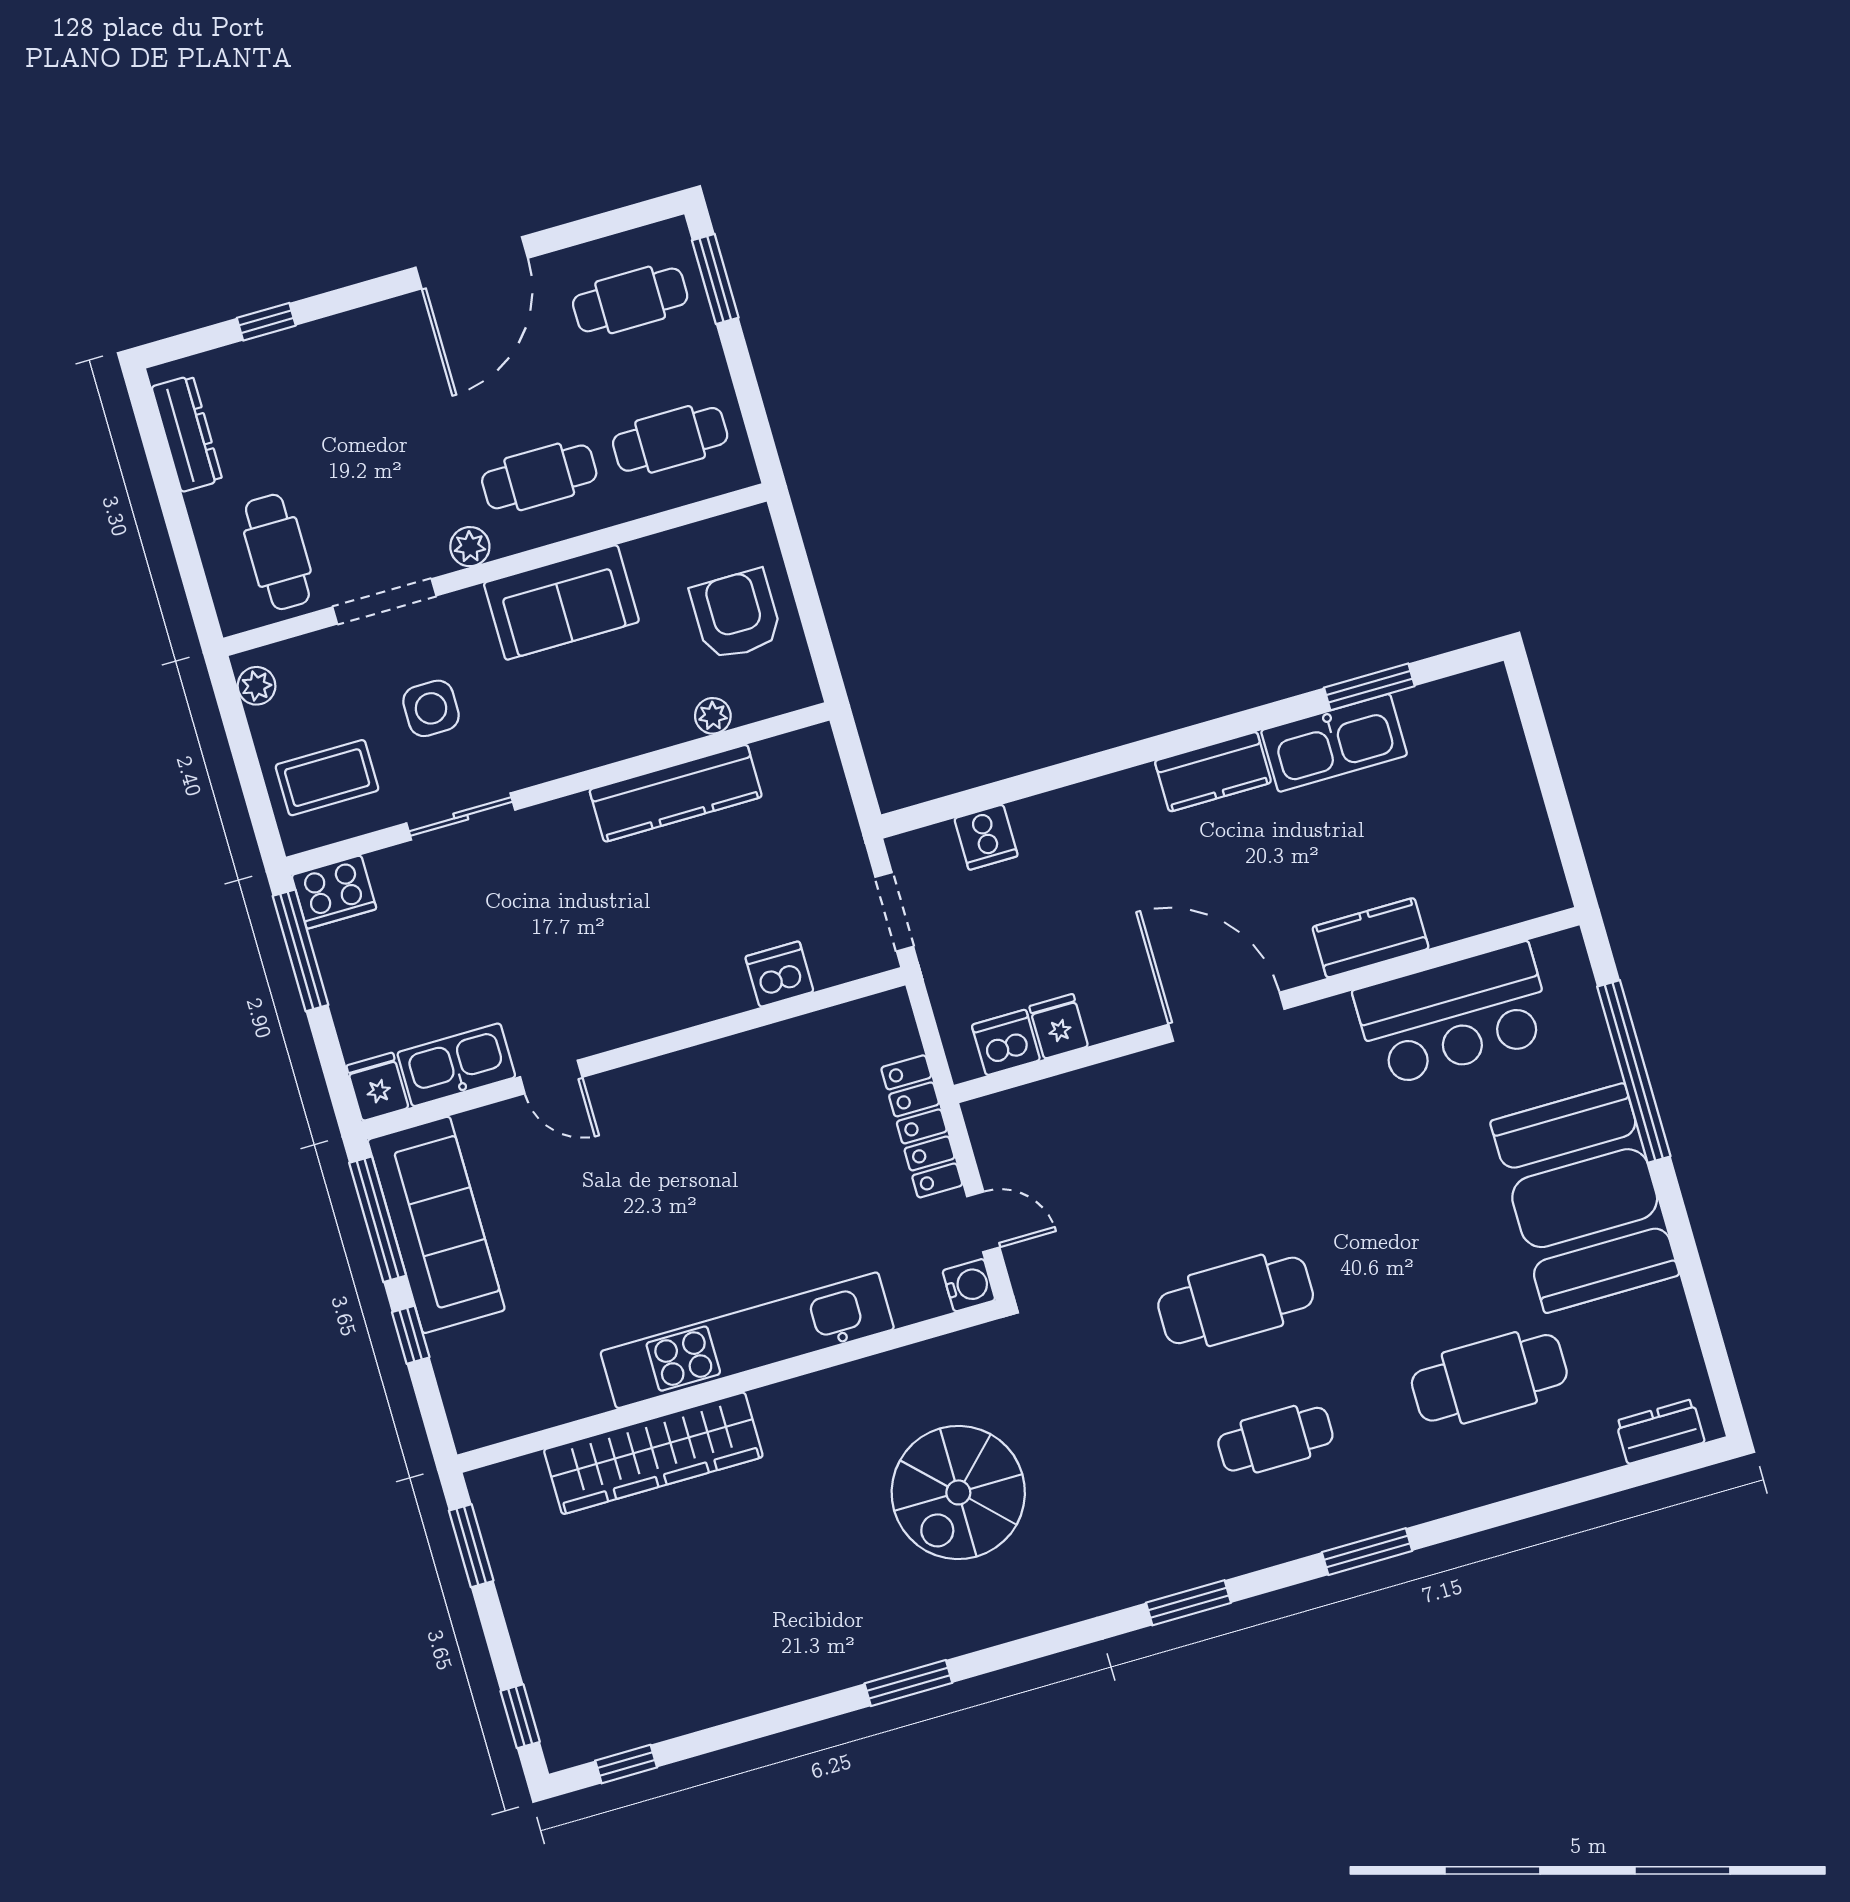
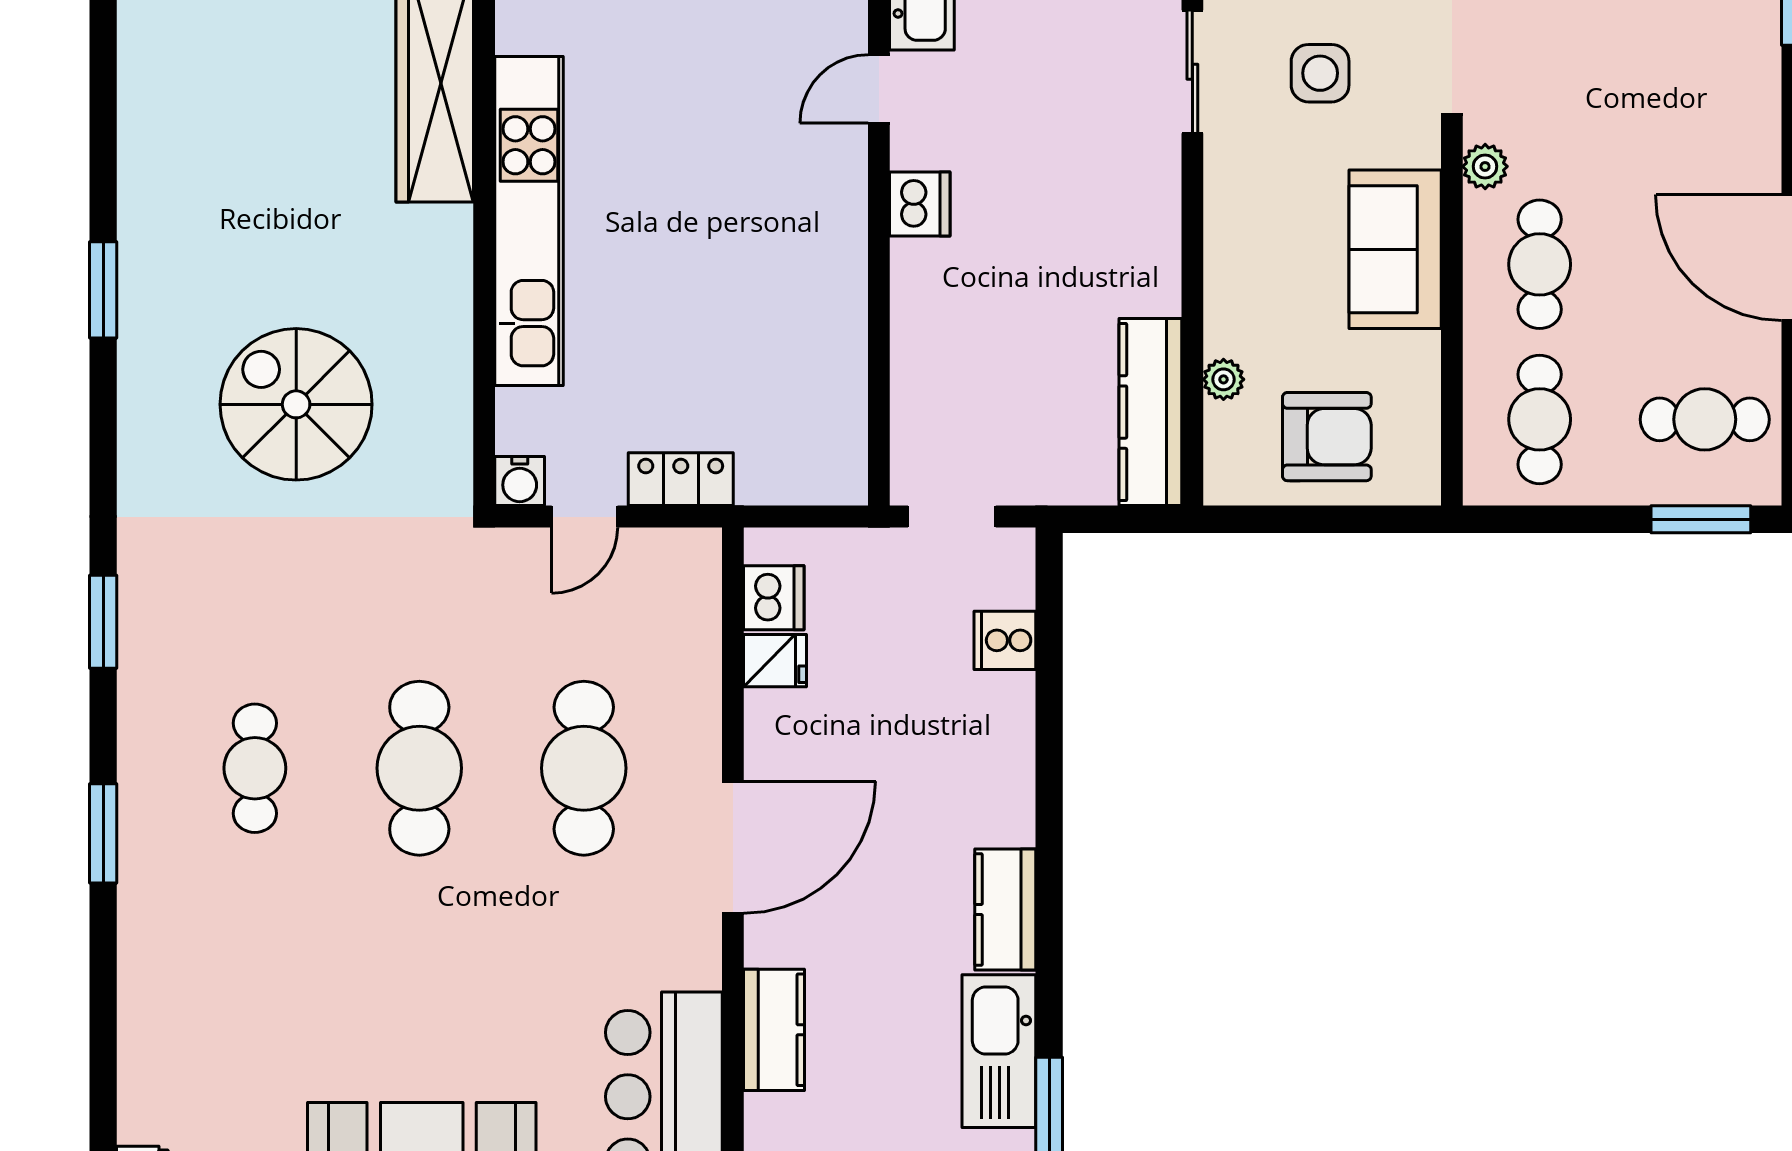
cafe table: (630, 300) -> (1705, 419), turned 90
kitchen counter: (676, 793) -> (1150, 412), moved
dishwasher: (779, 974) -> (920, 204), moved
locker: (922, 1126) -> (681, 479), width x0.66
cafe table: (1489, 1378) -> (584, 768), moved

